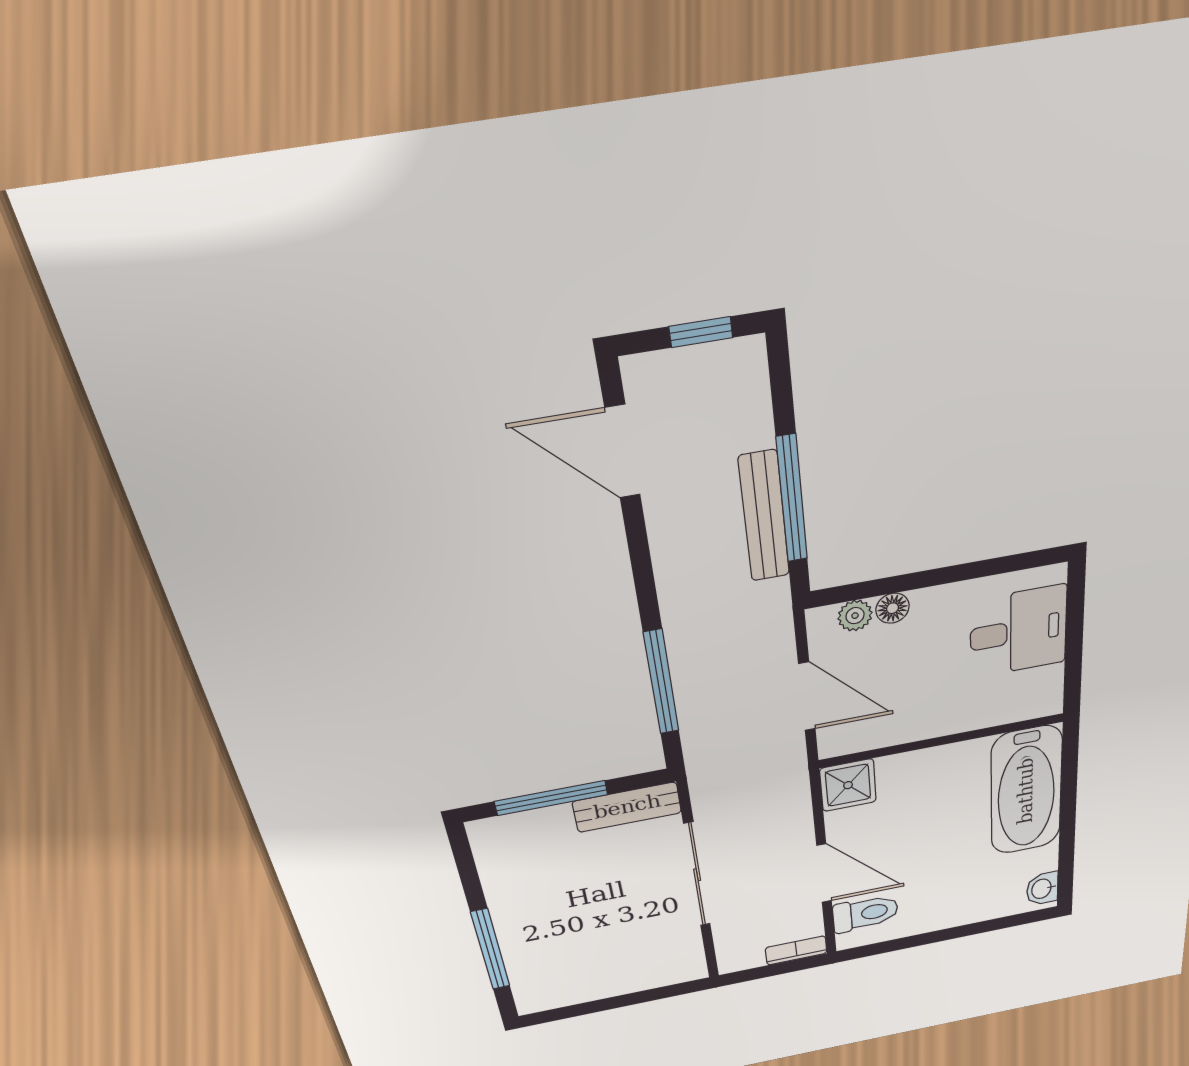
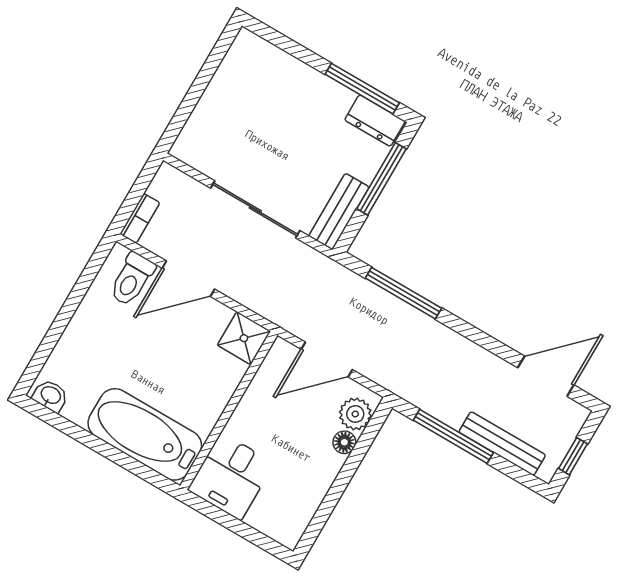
bench: (764, 516) -> (502, 444), moved
plant: (855, 616) -> (355, 414), width x1.38, depth x1.38
desk: (1018, 631) -> (231, 476), moved
dresser: (494, 850) -> (375, 121), added
window: (490, 949) -> (362, 89), moved

